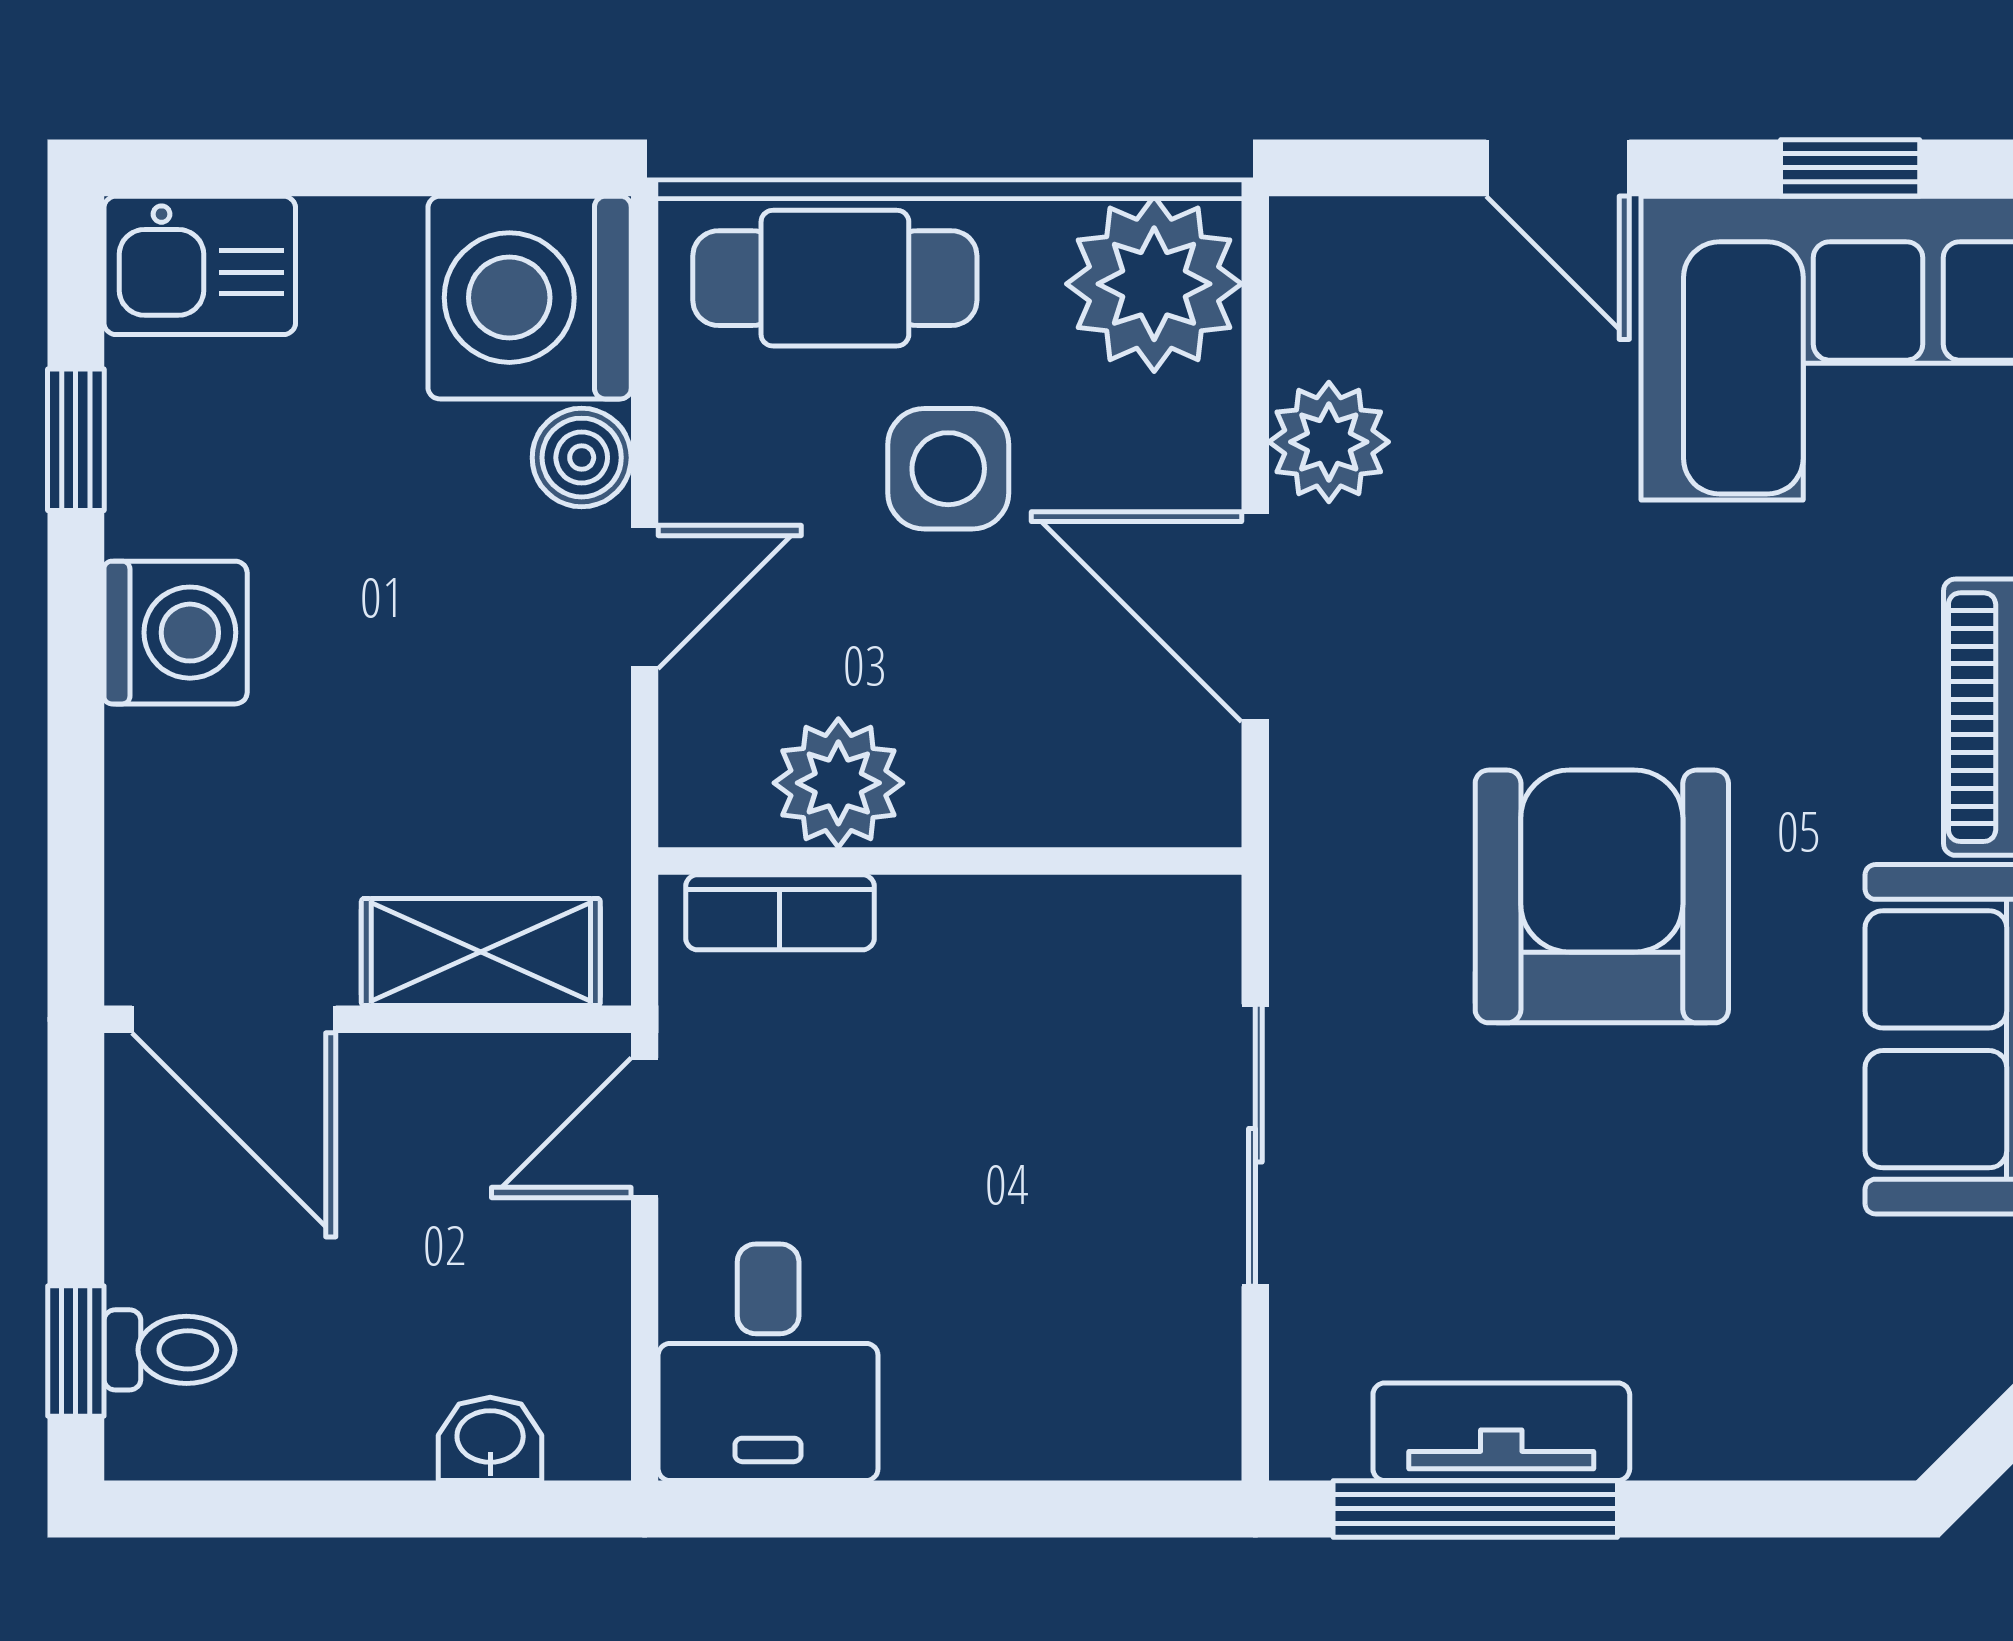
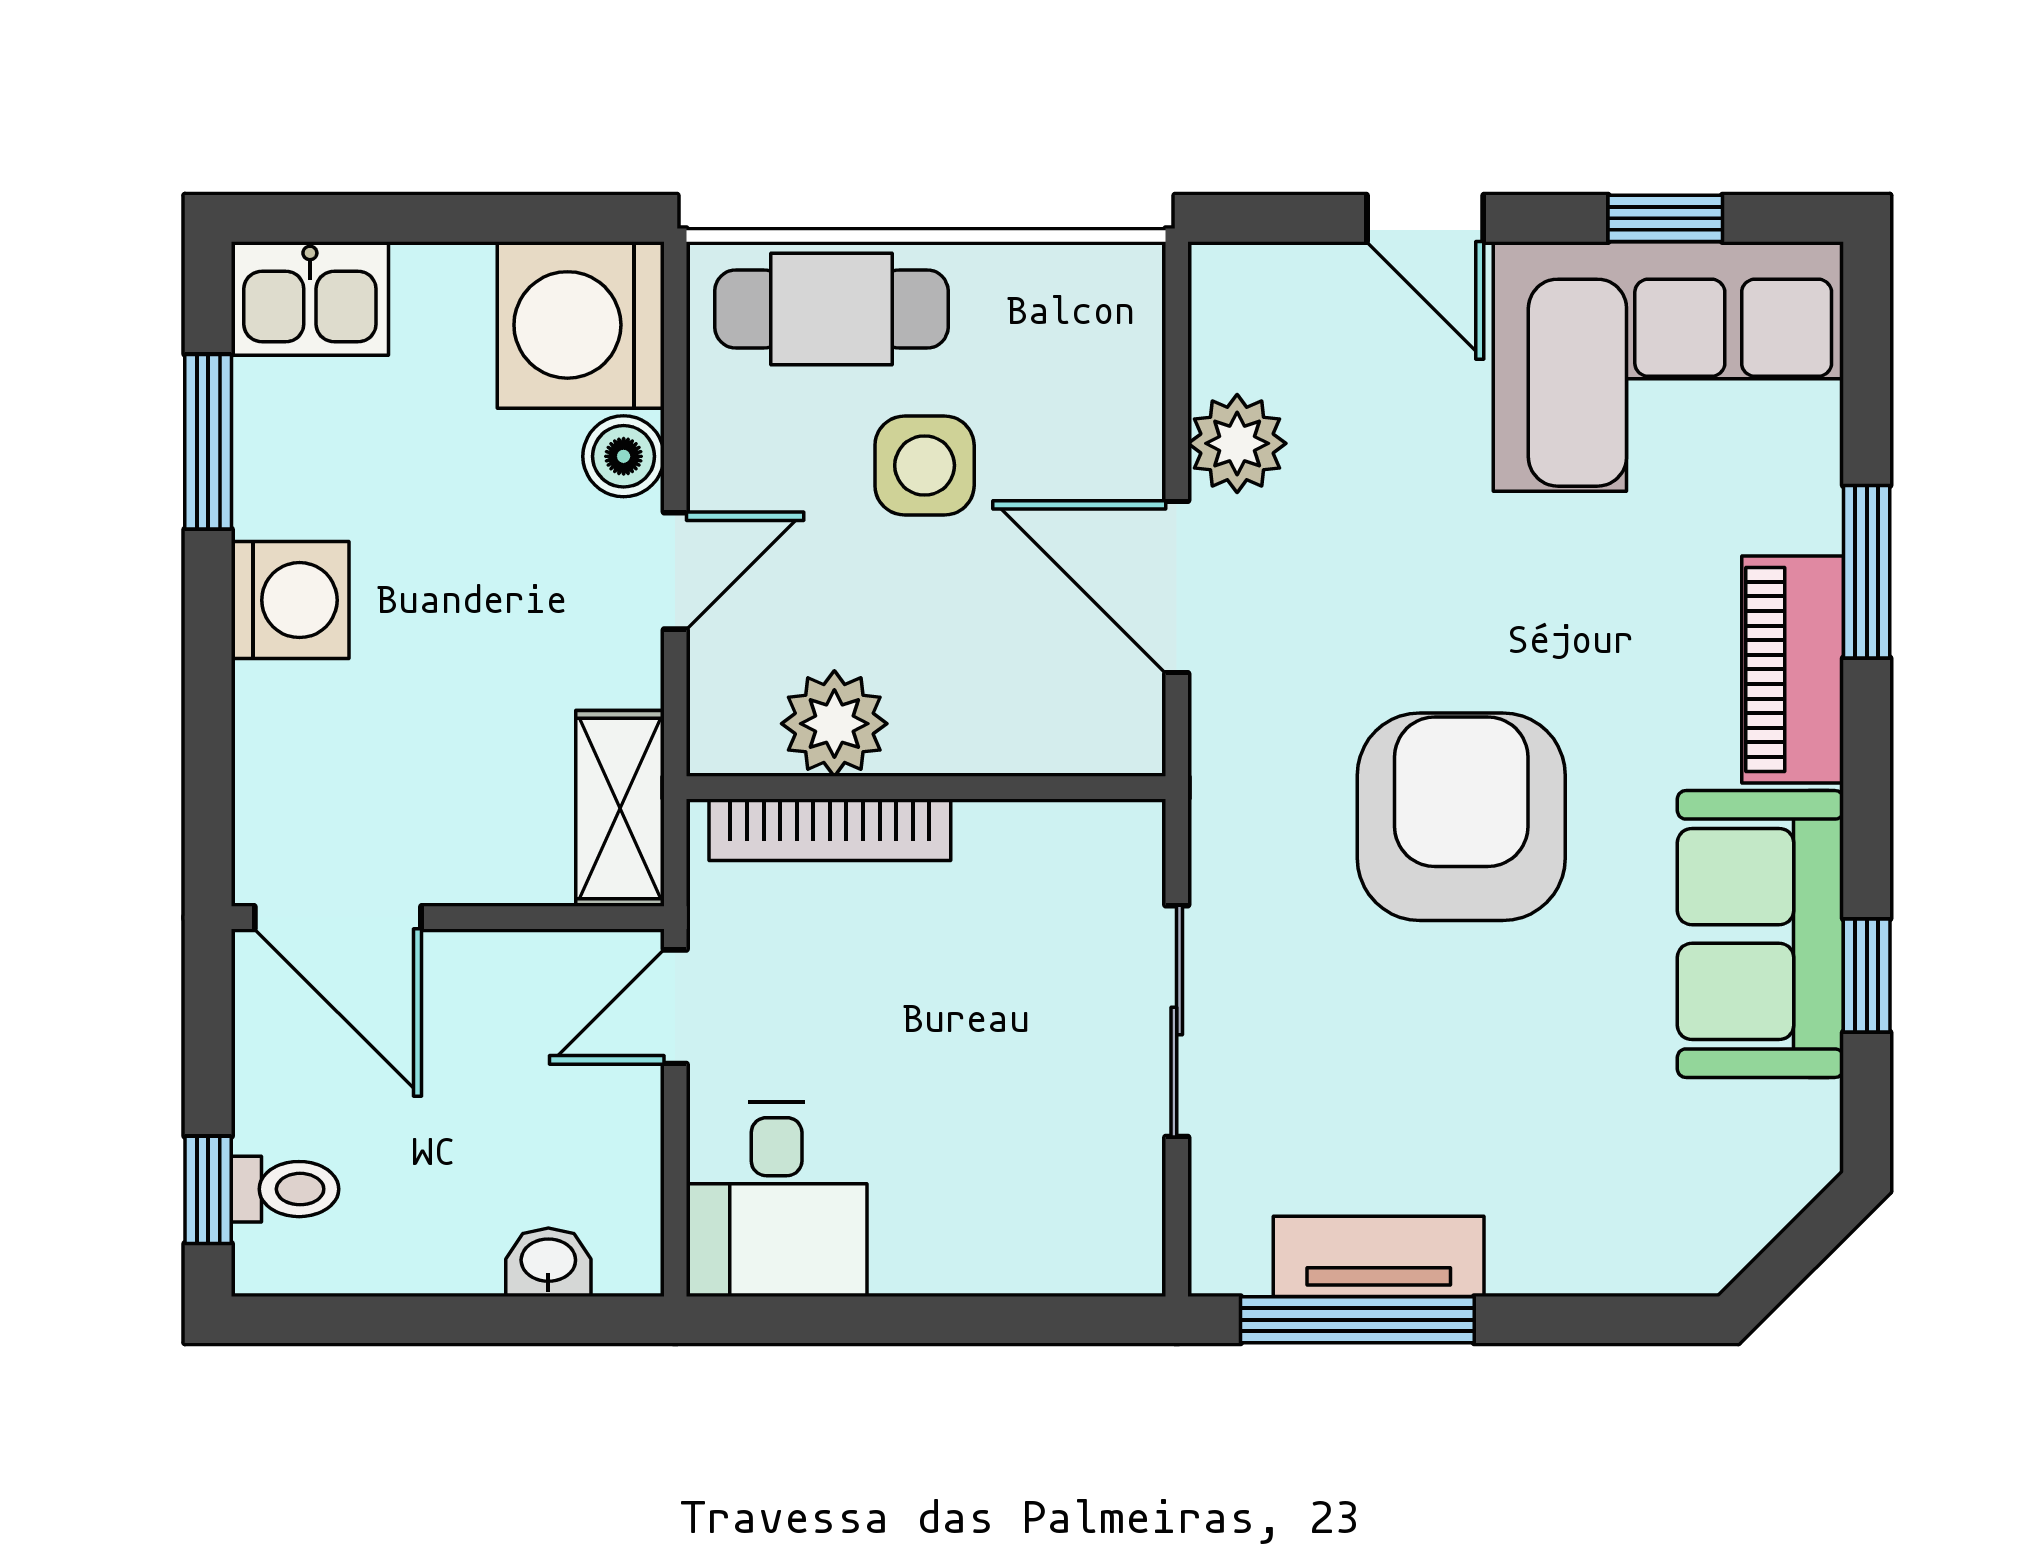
plant: (1154, 284) -> (1094, 314), removed
window: (76, 440) -> (208, 442), width x1.50
bookcase: (780, 912) -> (830, 830), width x1.56
shelving: (481, 952) -> (620, 808), moved, turned 90

